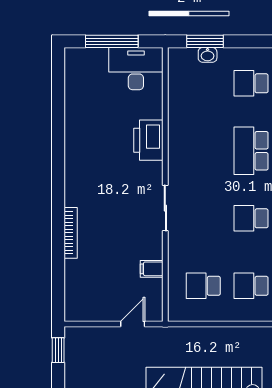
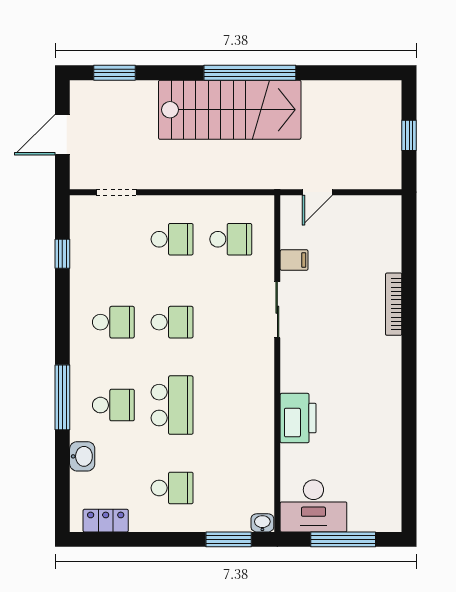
washbasin: (208, 55) -> (262, 523), moved
sliding door: (165, 208) -> (277, 310), moved
window: (58, 350) -> (409, 135), moved

